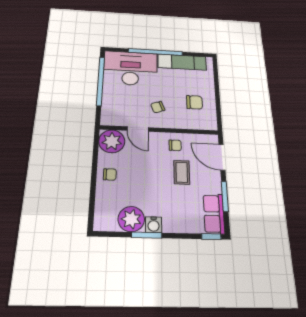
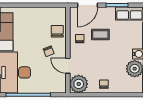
chair: (194, 102) -> (57, 31), moved
door: (138, 129) -> (68, 66), swing flipped

